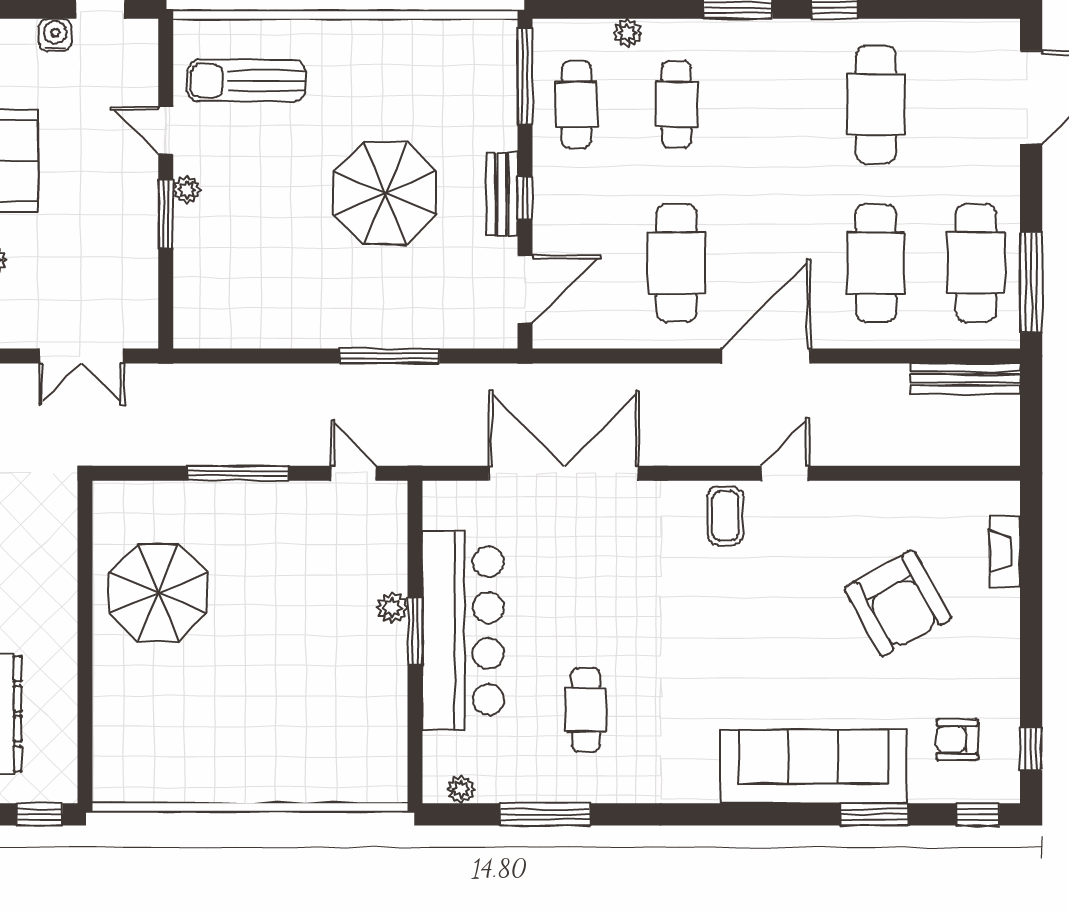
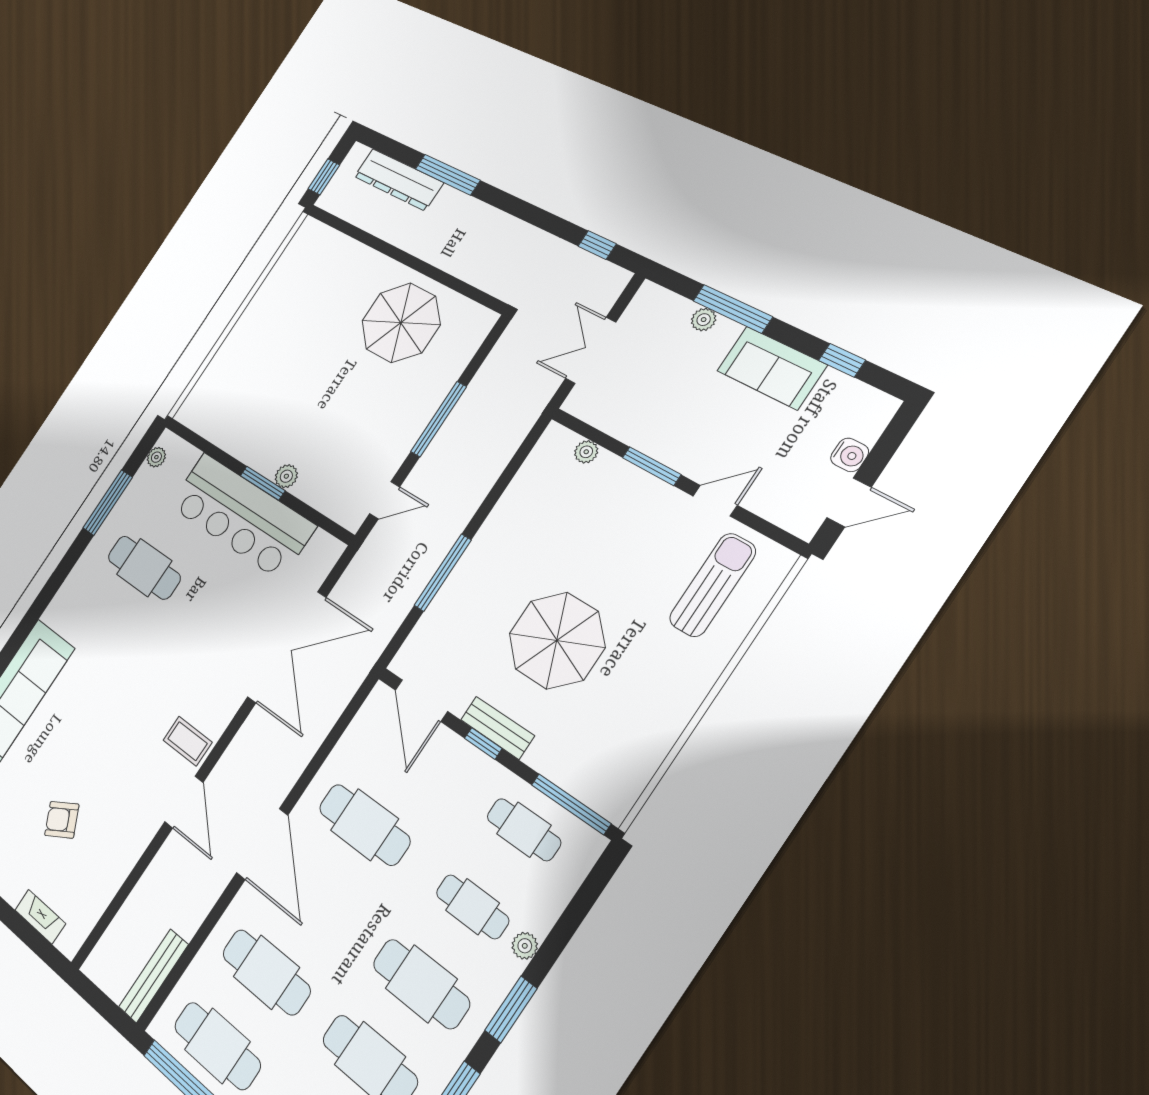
plant: (628, 33) -> (525, 946), moved
cafe table: (776, 104) -> (421, 984), added
plant: (187, 190) -> (586, 452), moved
door: (785, 473) -> (184, 802), width x1.38
armchair: (898, 603) -> (62, 820), width x0.53, depth x0.53
cafe table: (586, 710) -> (144, 568), width x1.37, depth x1.35

